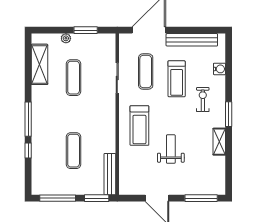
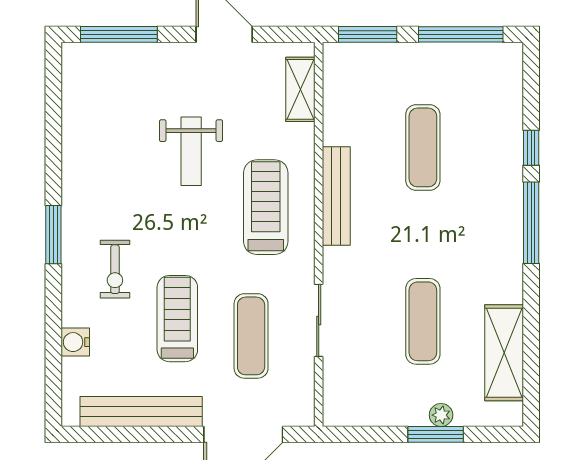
window: (86, 30) -> (436, 434), moved
shelving: (219, 142) -> (300, 89), moved
bench: (110, 174) -> (336, 196), moved

